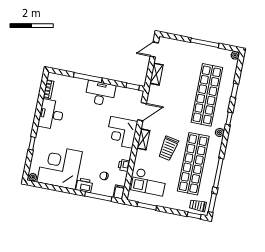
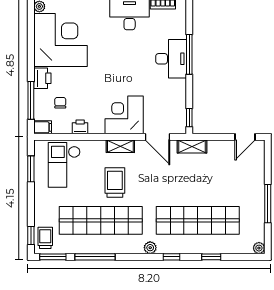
door: (154, 50) -> (245, 137), swing flipped
shelving: (156, 74) -> (192, 146), moved
desk: (100, 93) -> (171, 59), moved
trolley: (168, 148) -> (115, 182), turned 79

